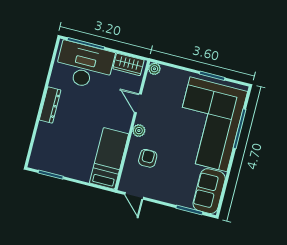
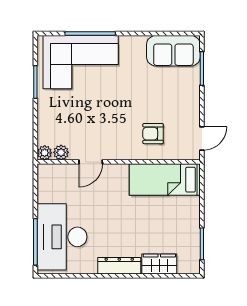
wardrobe: (128, 64) -> (159, 264), moved, turned -90
corner sofa: (209, 124) -> (81, 62), width x0.73, depth x0.74
plant: (139, 131) -> (61, 152), moved

